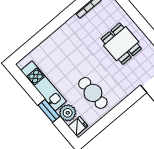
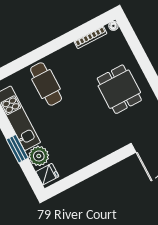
cafe table: (93, 93) -> (46, 84), moved

